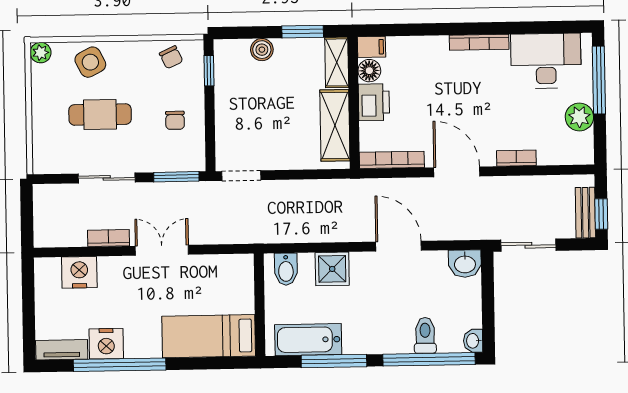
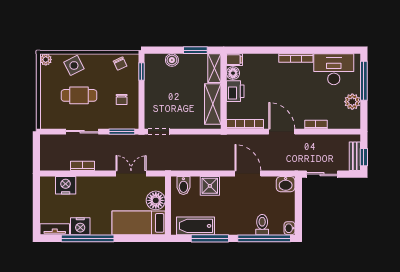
double door: (162, 250) -> (131, 174), moved
floor lamp: (238, 296) -> (156, 200), added

